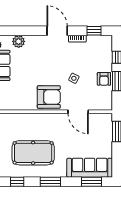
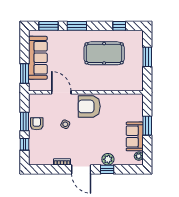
window: (94, 31) -> (107, 169), moved
plant: (19, 41) -> (108, 159), moved
sofa: (90, 168) -> (38, 58), moved, turned -90
window: (50, 182) -> (77, 26), moved

